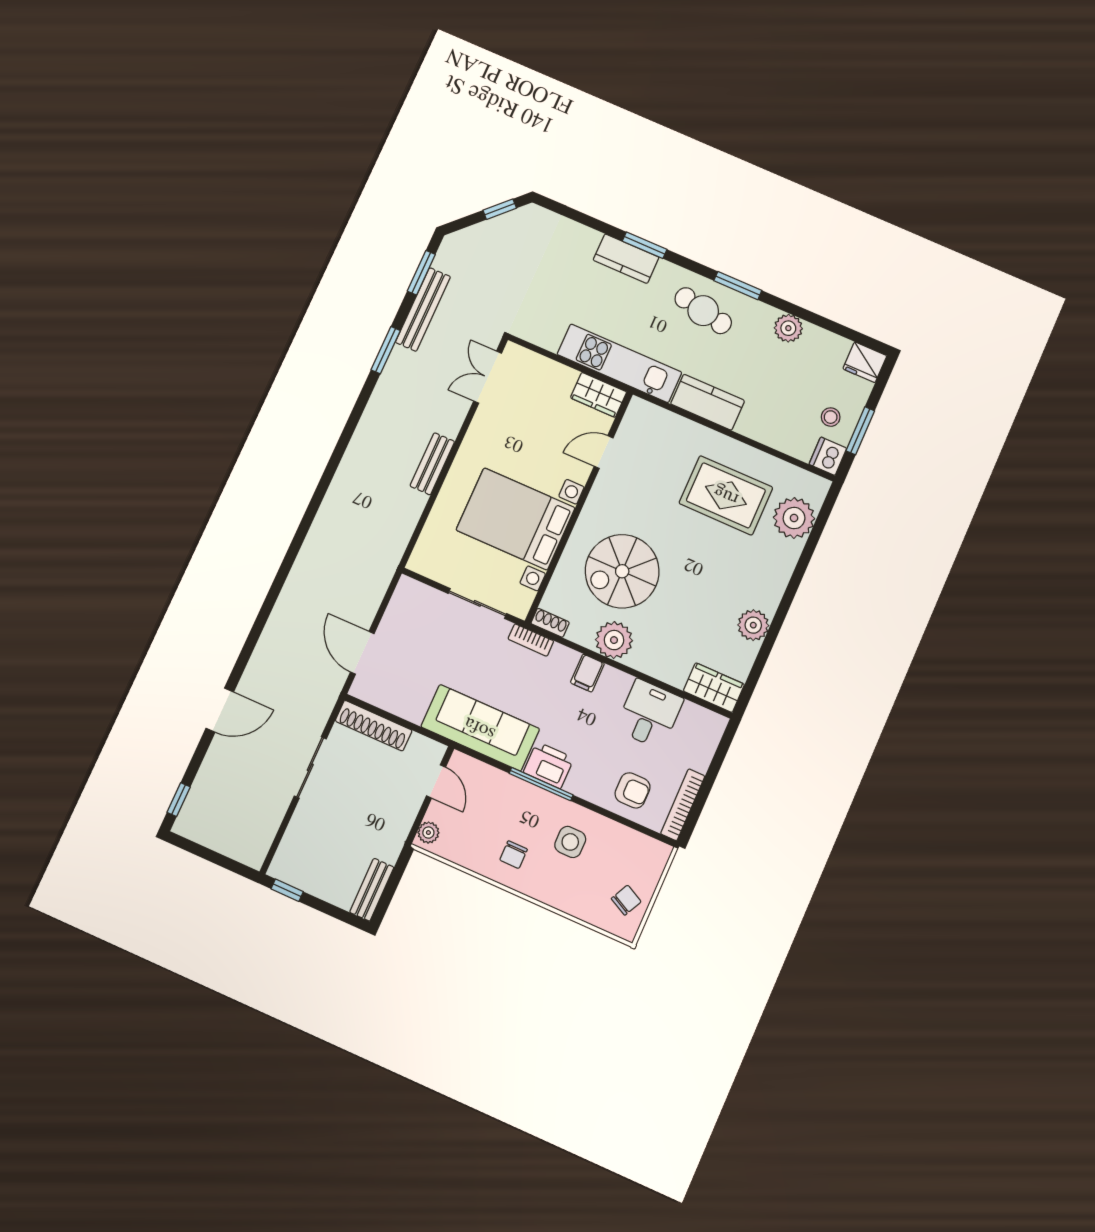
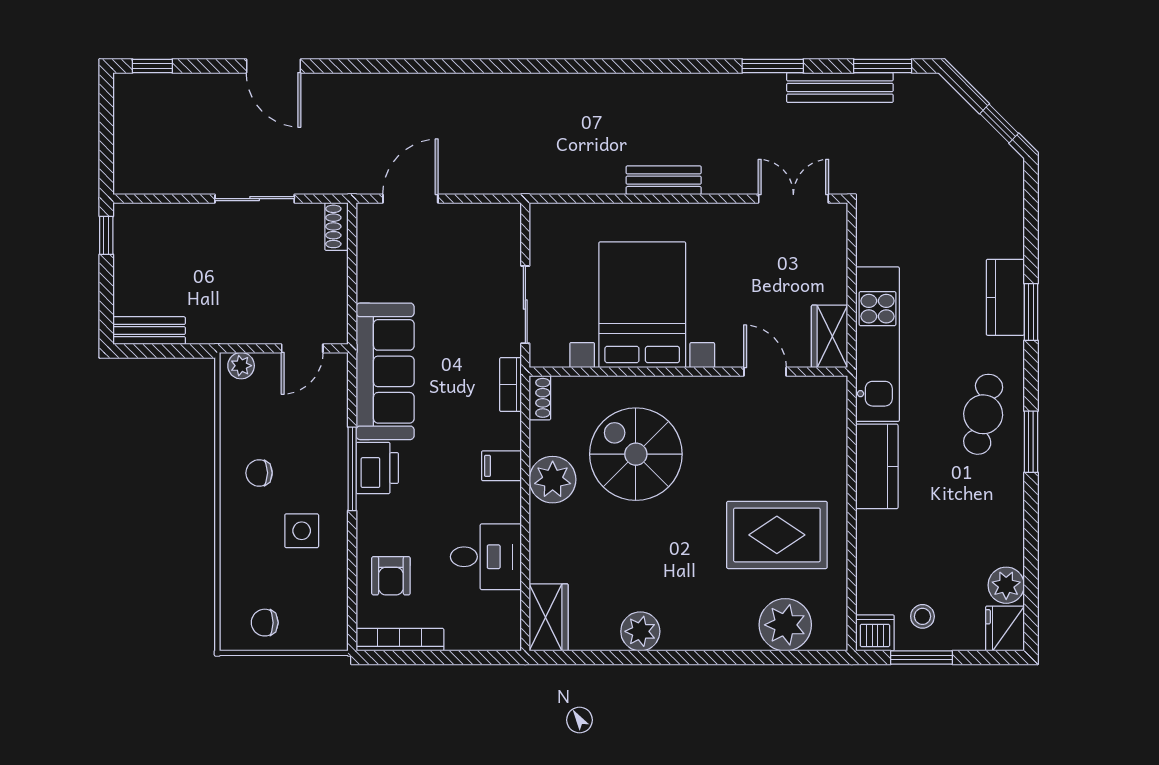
plant: (788, 328) -> (1006, 585), moved
rug: (726, 495) -> (777, 535), turned 90
shoe rack: (374, 726) -> (336, 226), width x0.51, depth x0.81
chair: (626, 900) -> (265, 623), turned 153

